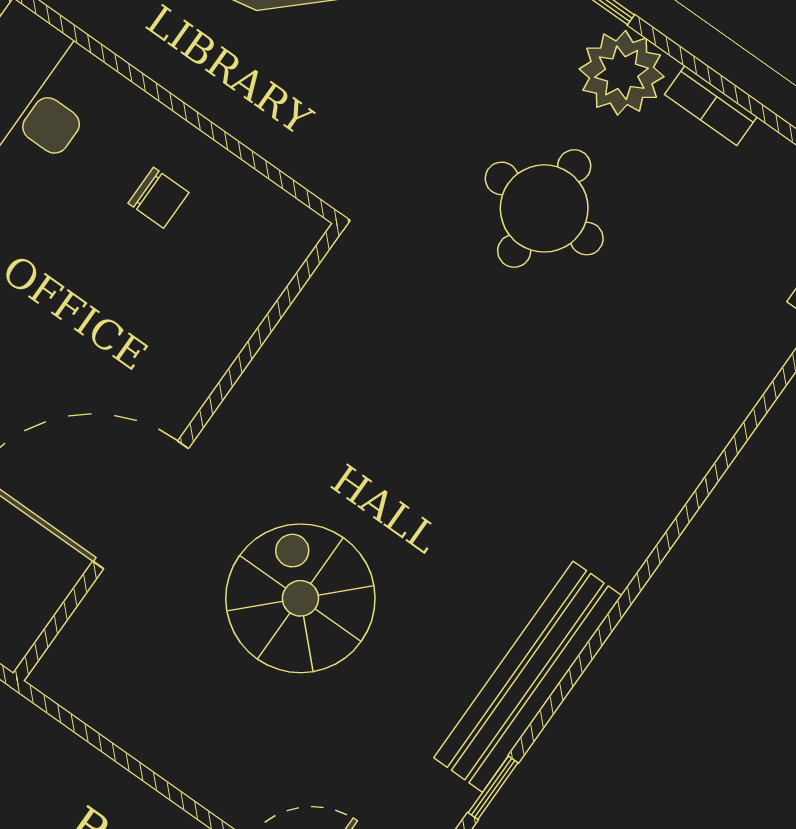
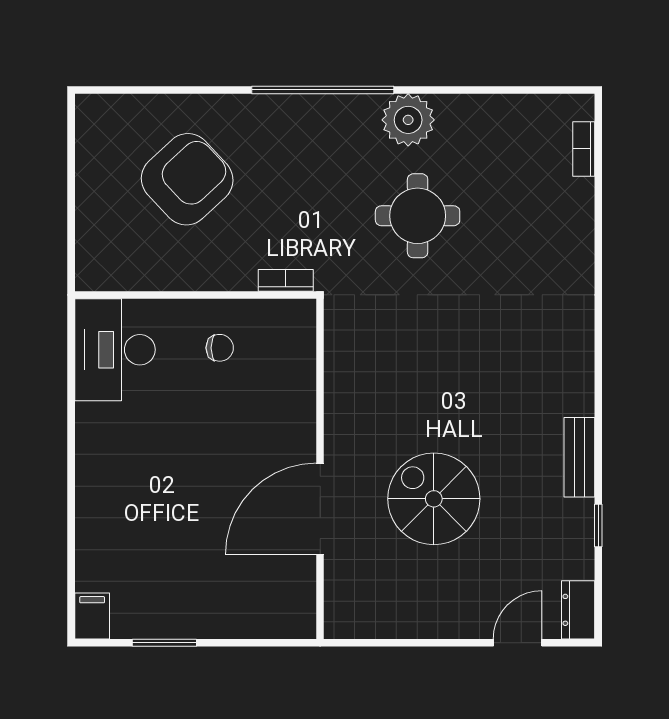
bookcase: (711, 105) -> (286, 280), moved, turned 180
bench: (528, 677) -> (579, 457), width x0.54, depth x0.82

